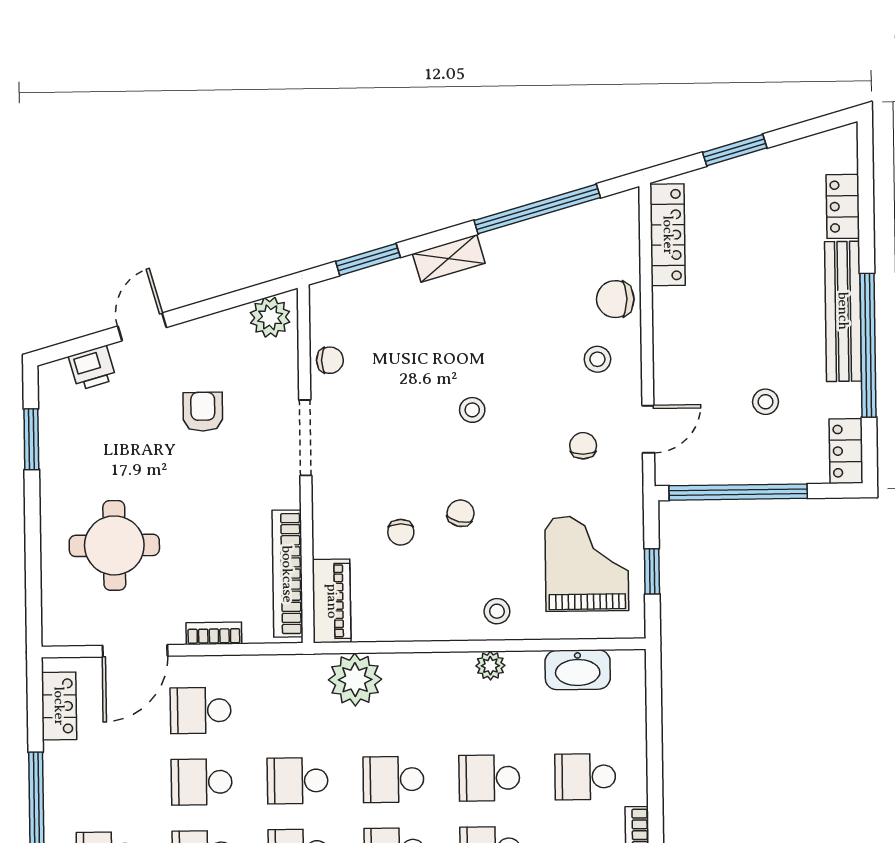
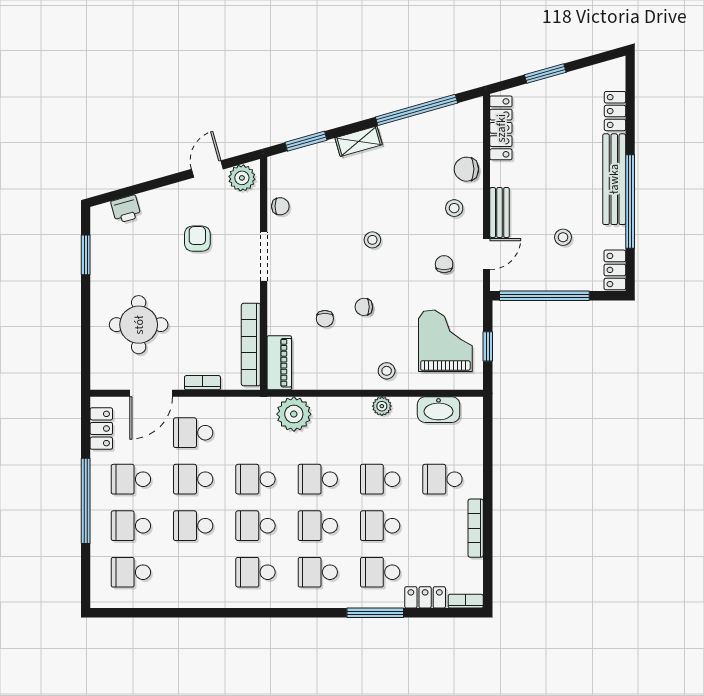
door: (142, 327) -> (207, 169), moved
bench: (667, 365) -> (500, 213), added
chair: (461, 513) -> (364, 307), turned -104
school desk: (106, 783) -> (131, 479), added

